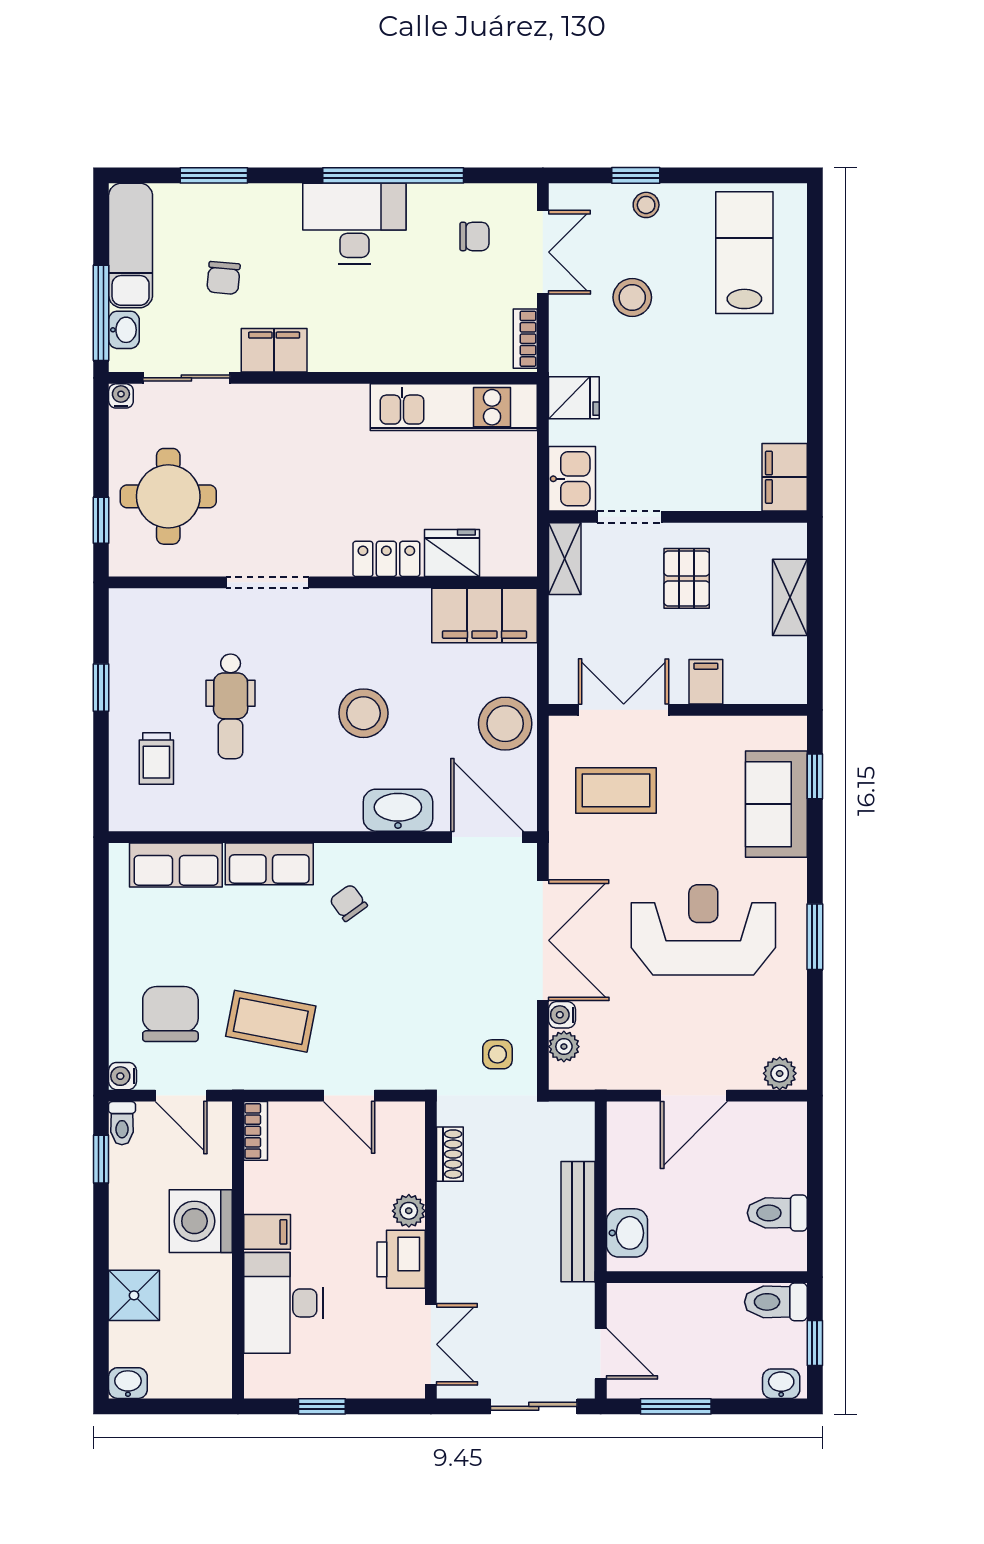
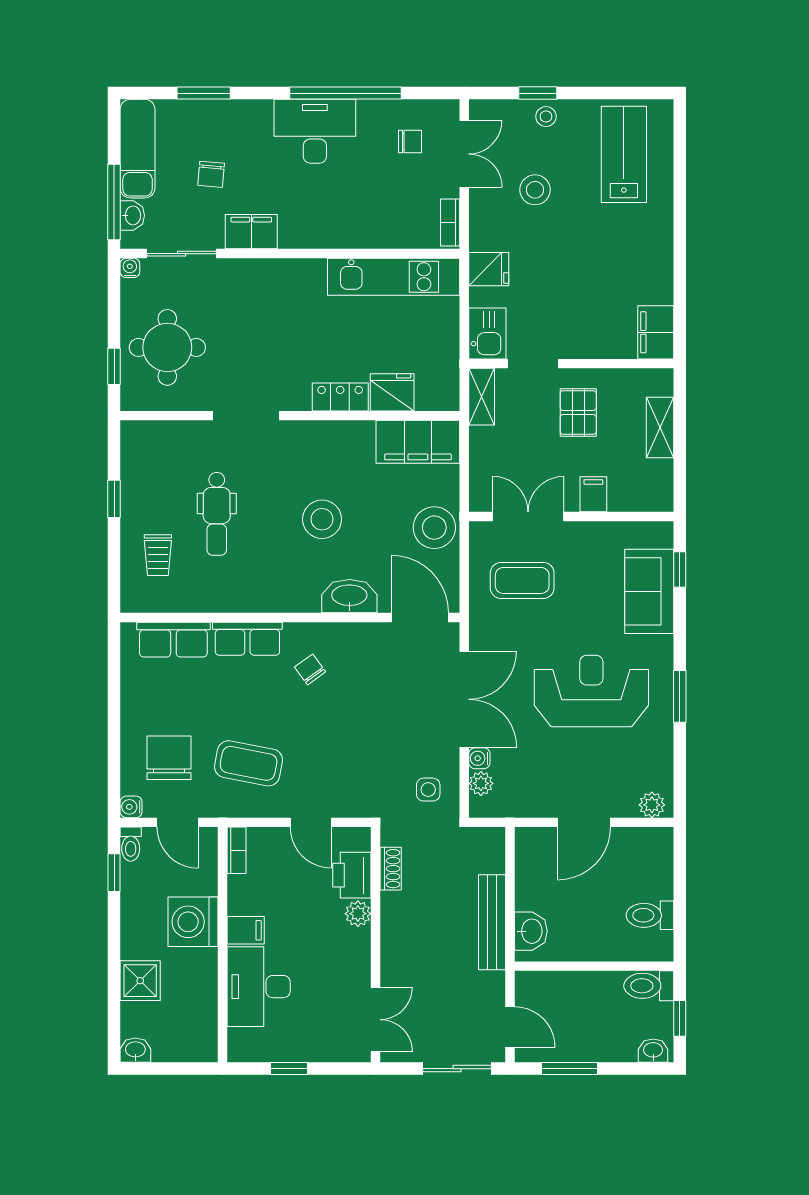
printer: (401, 1259) -> (352, 875), moved

